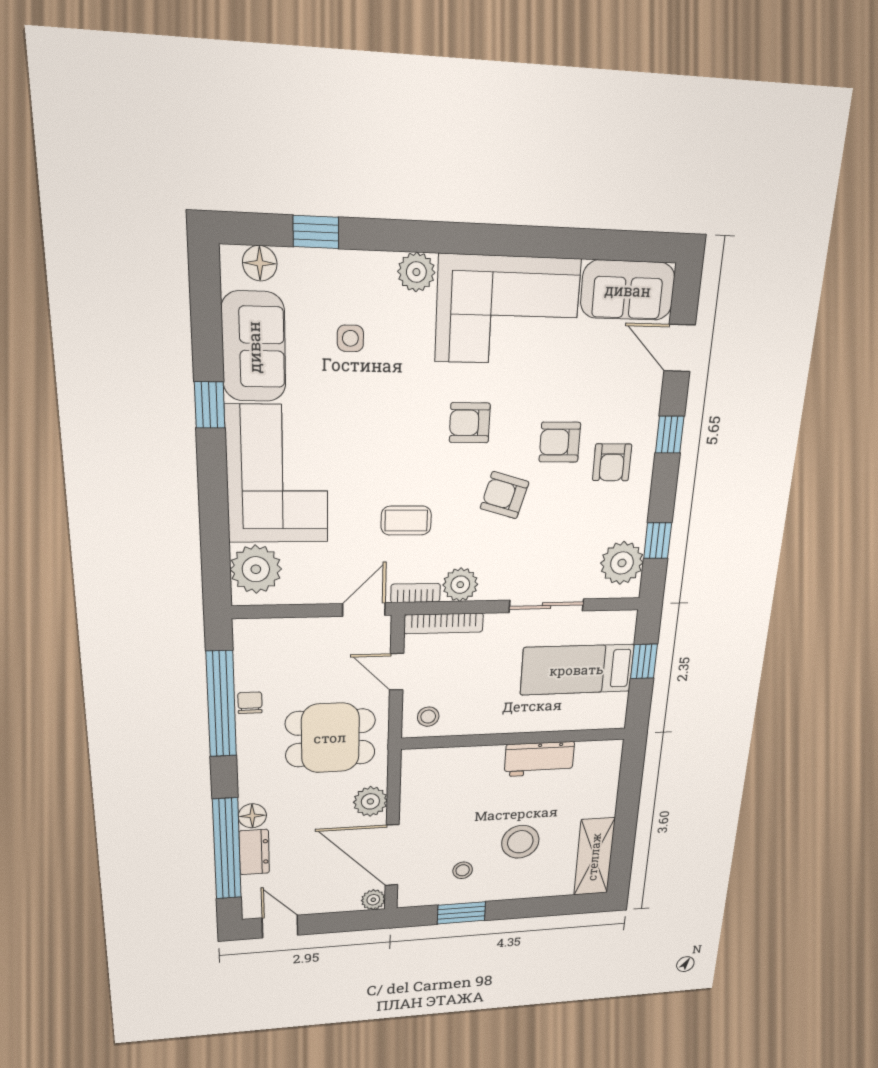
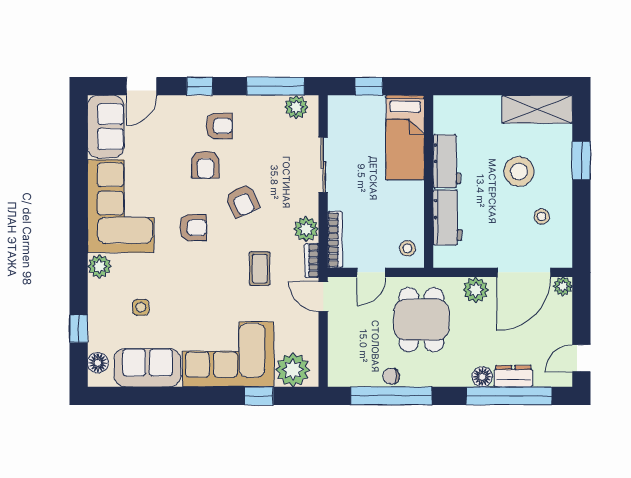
window: (210, 405) -> (259, 396), moved
armchair: (470, 423) -> (193, 228), turned -90
armchair: (505, 495) -> (242, 201), turned -42
window: (658, 541) -> (275, 86), width x2.17
plant: (622, 563) -> (296, 107), width x0.73, depth x0.73
bed: (577, 670) -> (405, 138), moved
workbench: (467, 763) -> (447, 217), added
window: (461, 913) -> (581, 161), moved

